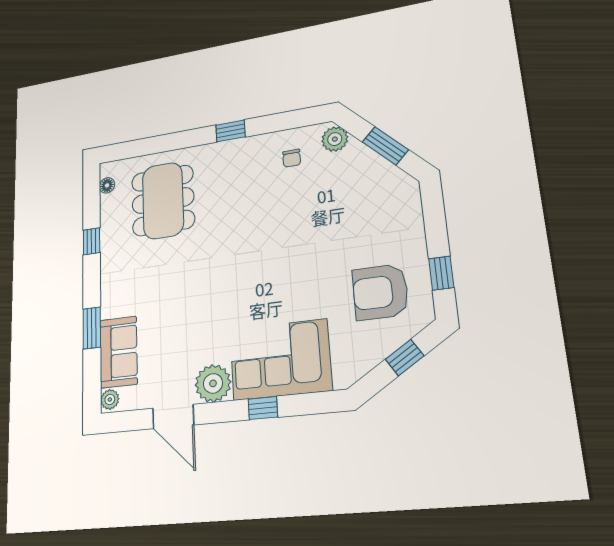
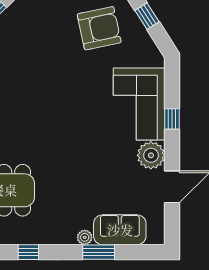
armchair: (380, 292) -> (99, 28), turned -102
plant: (110, 399) -> (85, 237), moved

